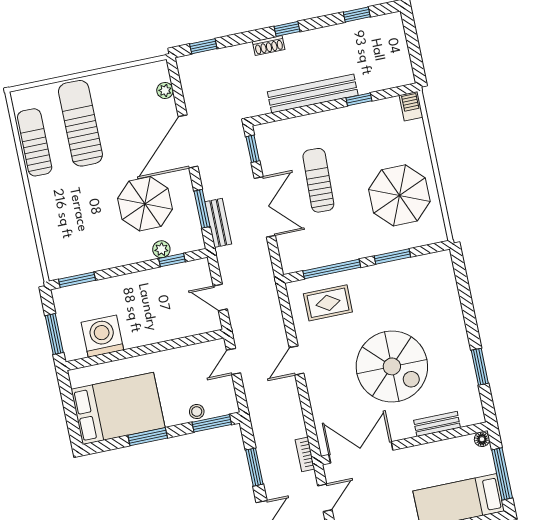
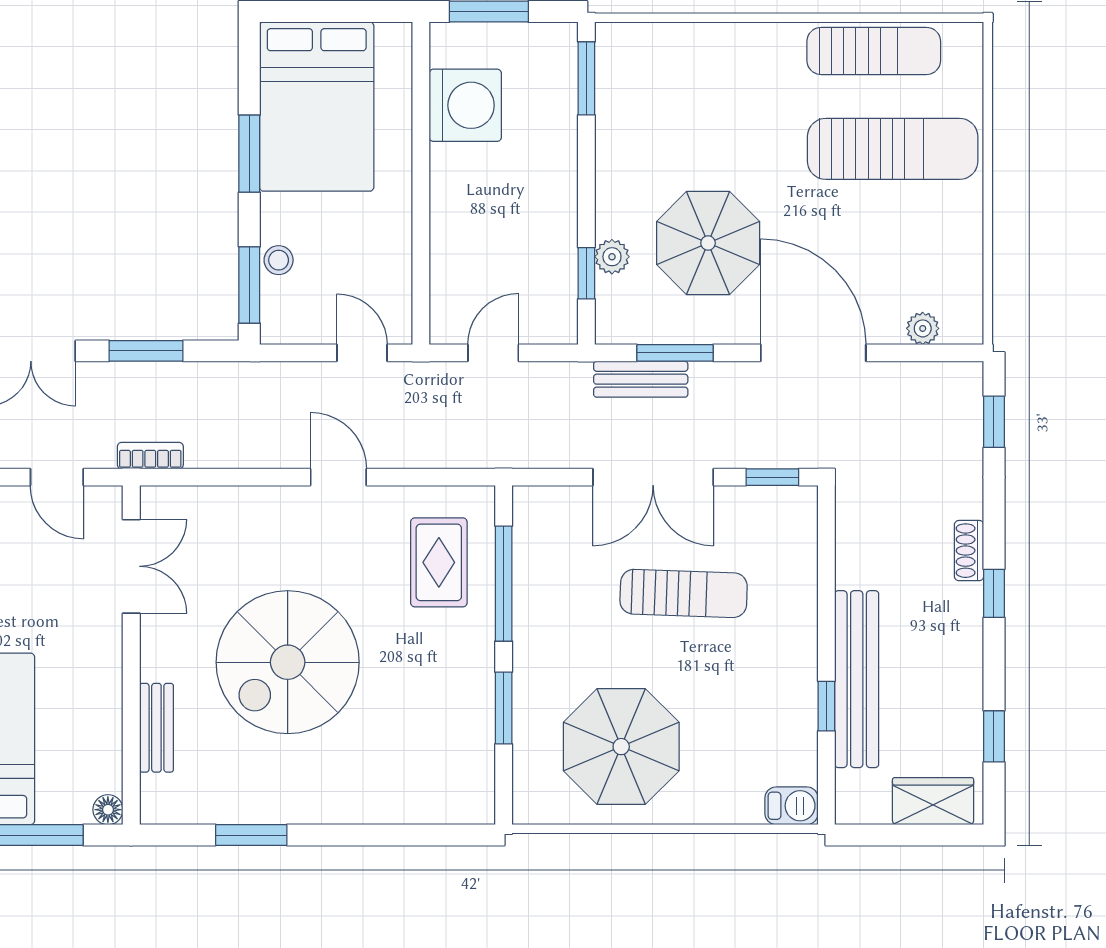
wardrobe: (394, 38) -> (933, 801), added
bench: (313, 93) -> (857, 679), moved
double door: (361, 452) -> (131, 566), width x0.73

